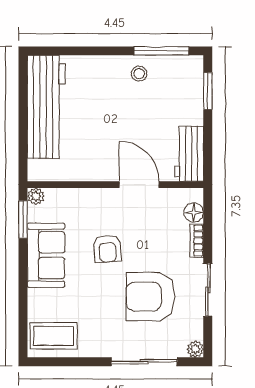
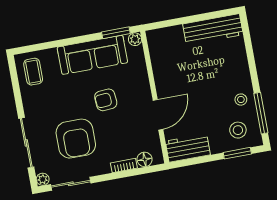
stool: (178, 85) -> (238, 130), added
workbench: (46, 107) -> (213, 29), width x0.73, depth x0.76
sofa: (46, 255) -> (92, 55), width x1.36
sliding door: (208, 290) -> (71, 184), moved
armchair: (150, 297) -> (76, 139), turned 180
coffee table: (54, 336) -> (33, 72), width x0.73, depth x0.77

